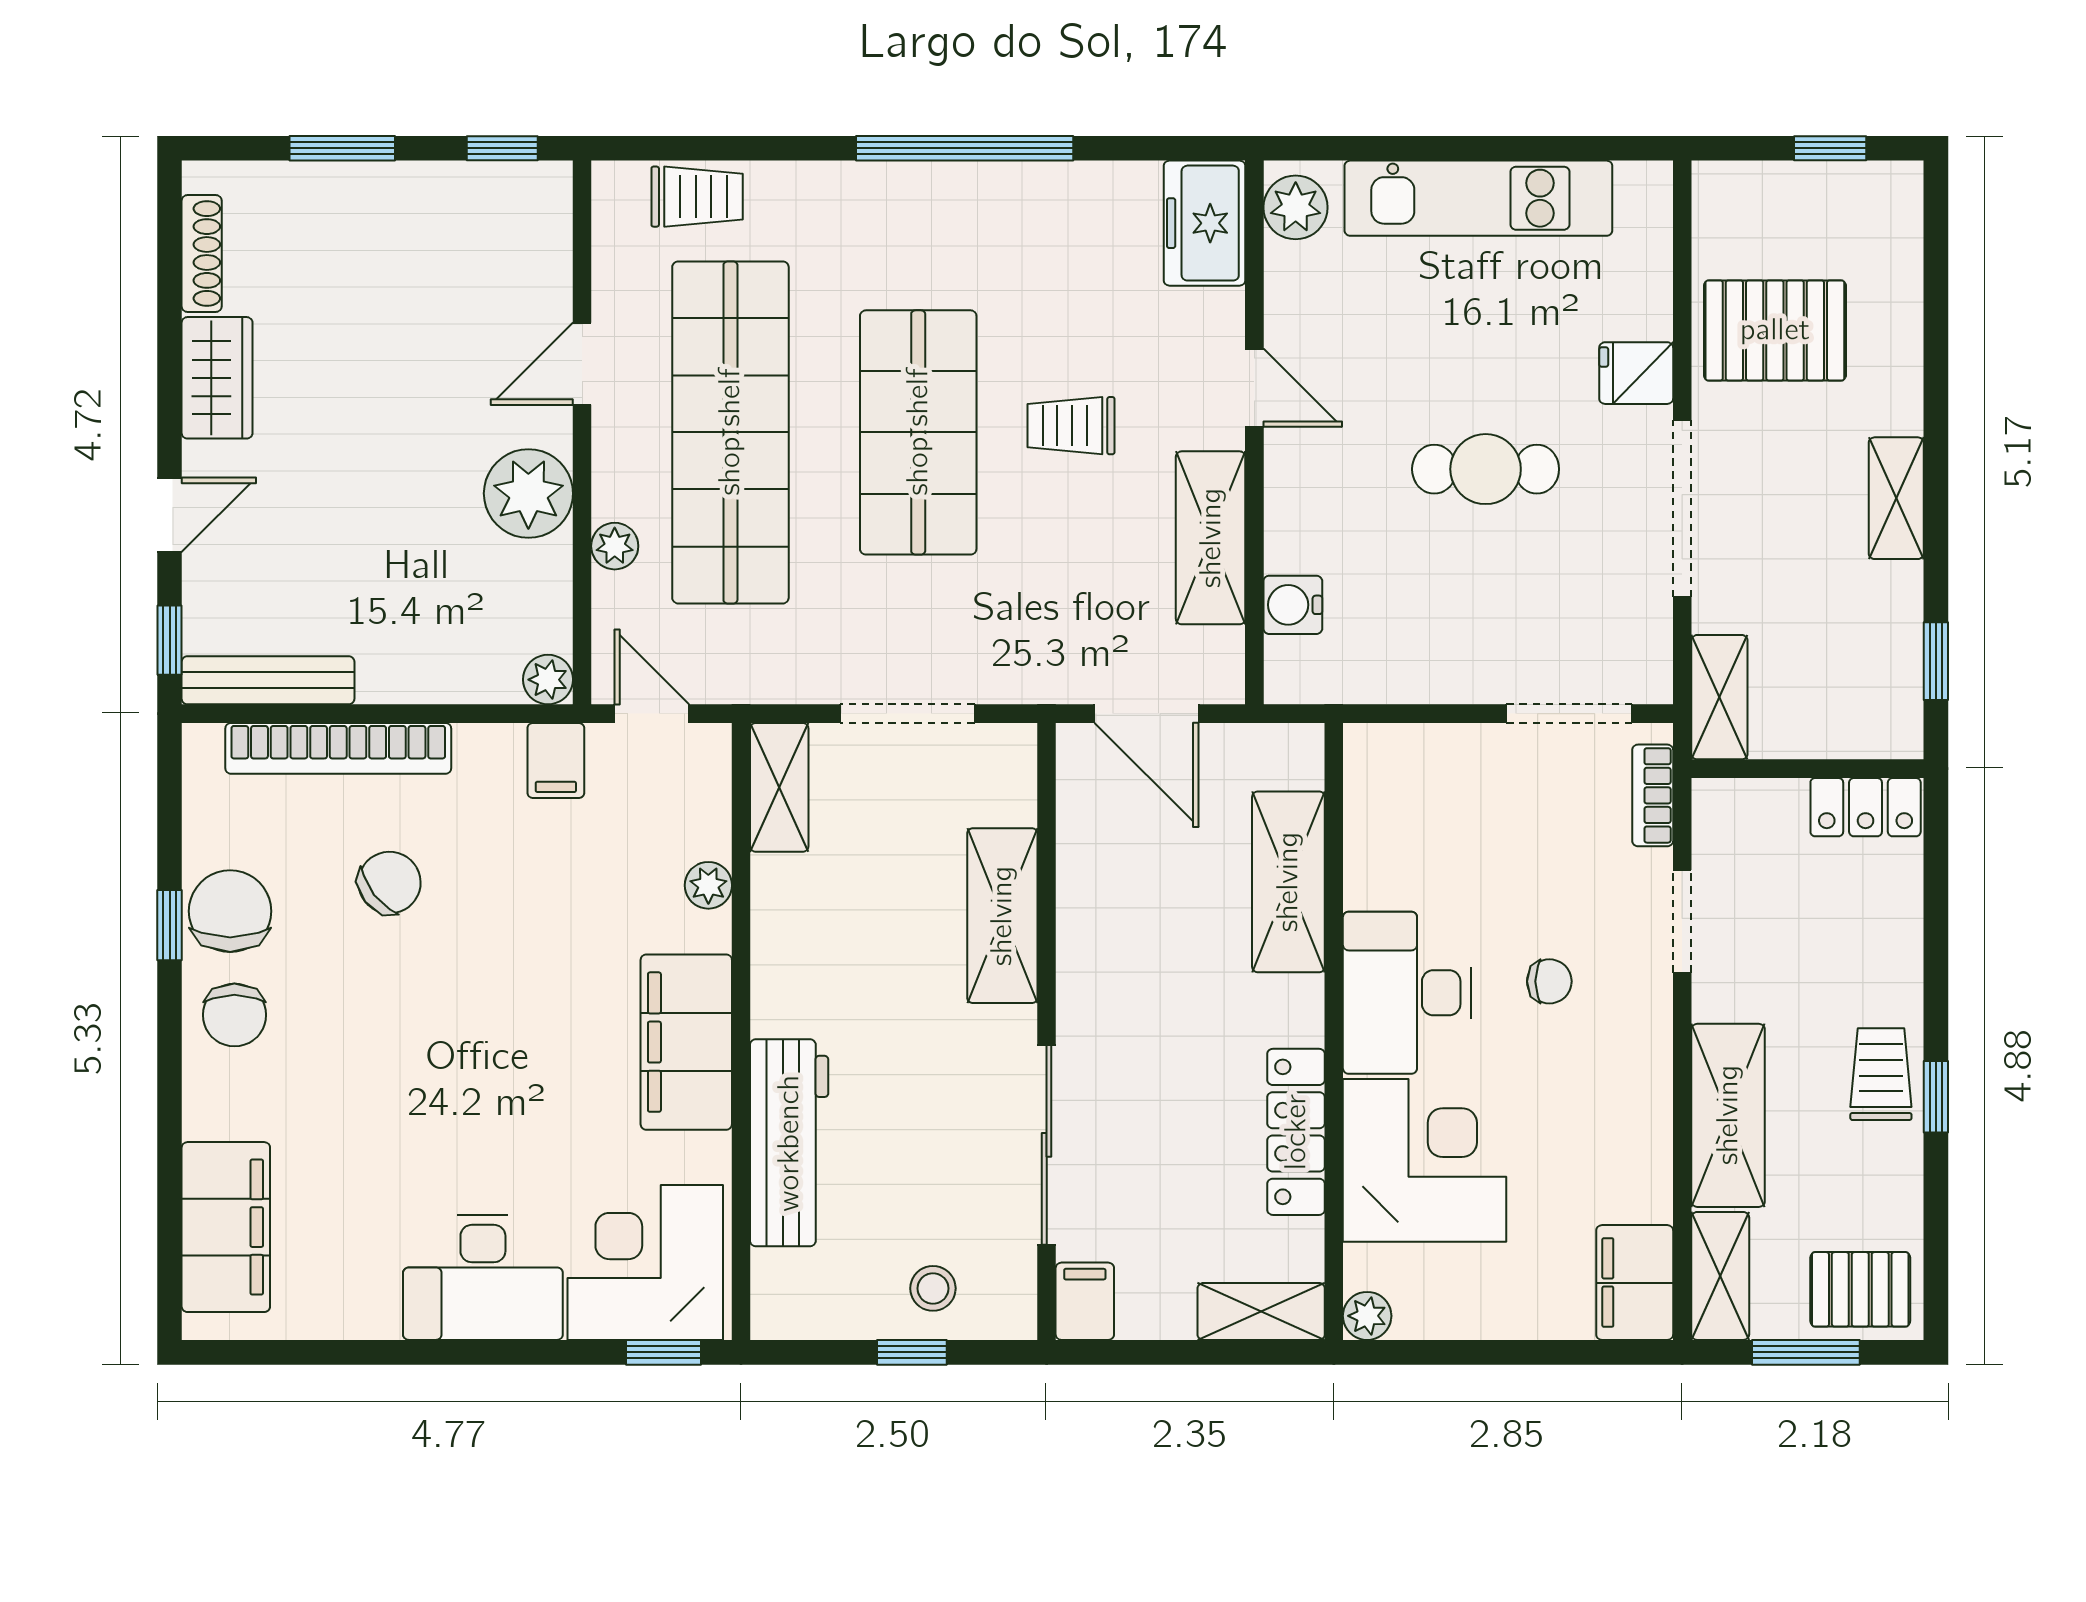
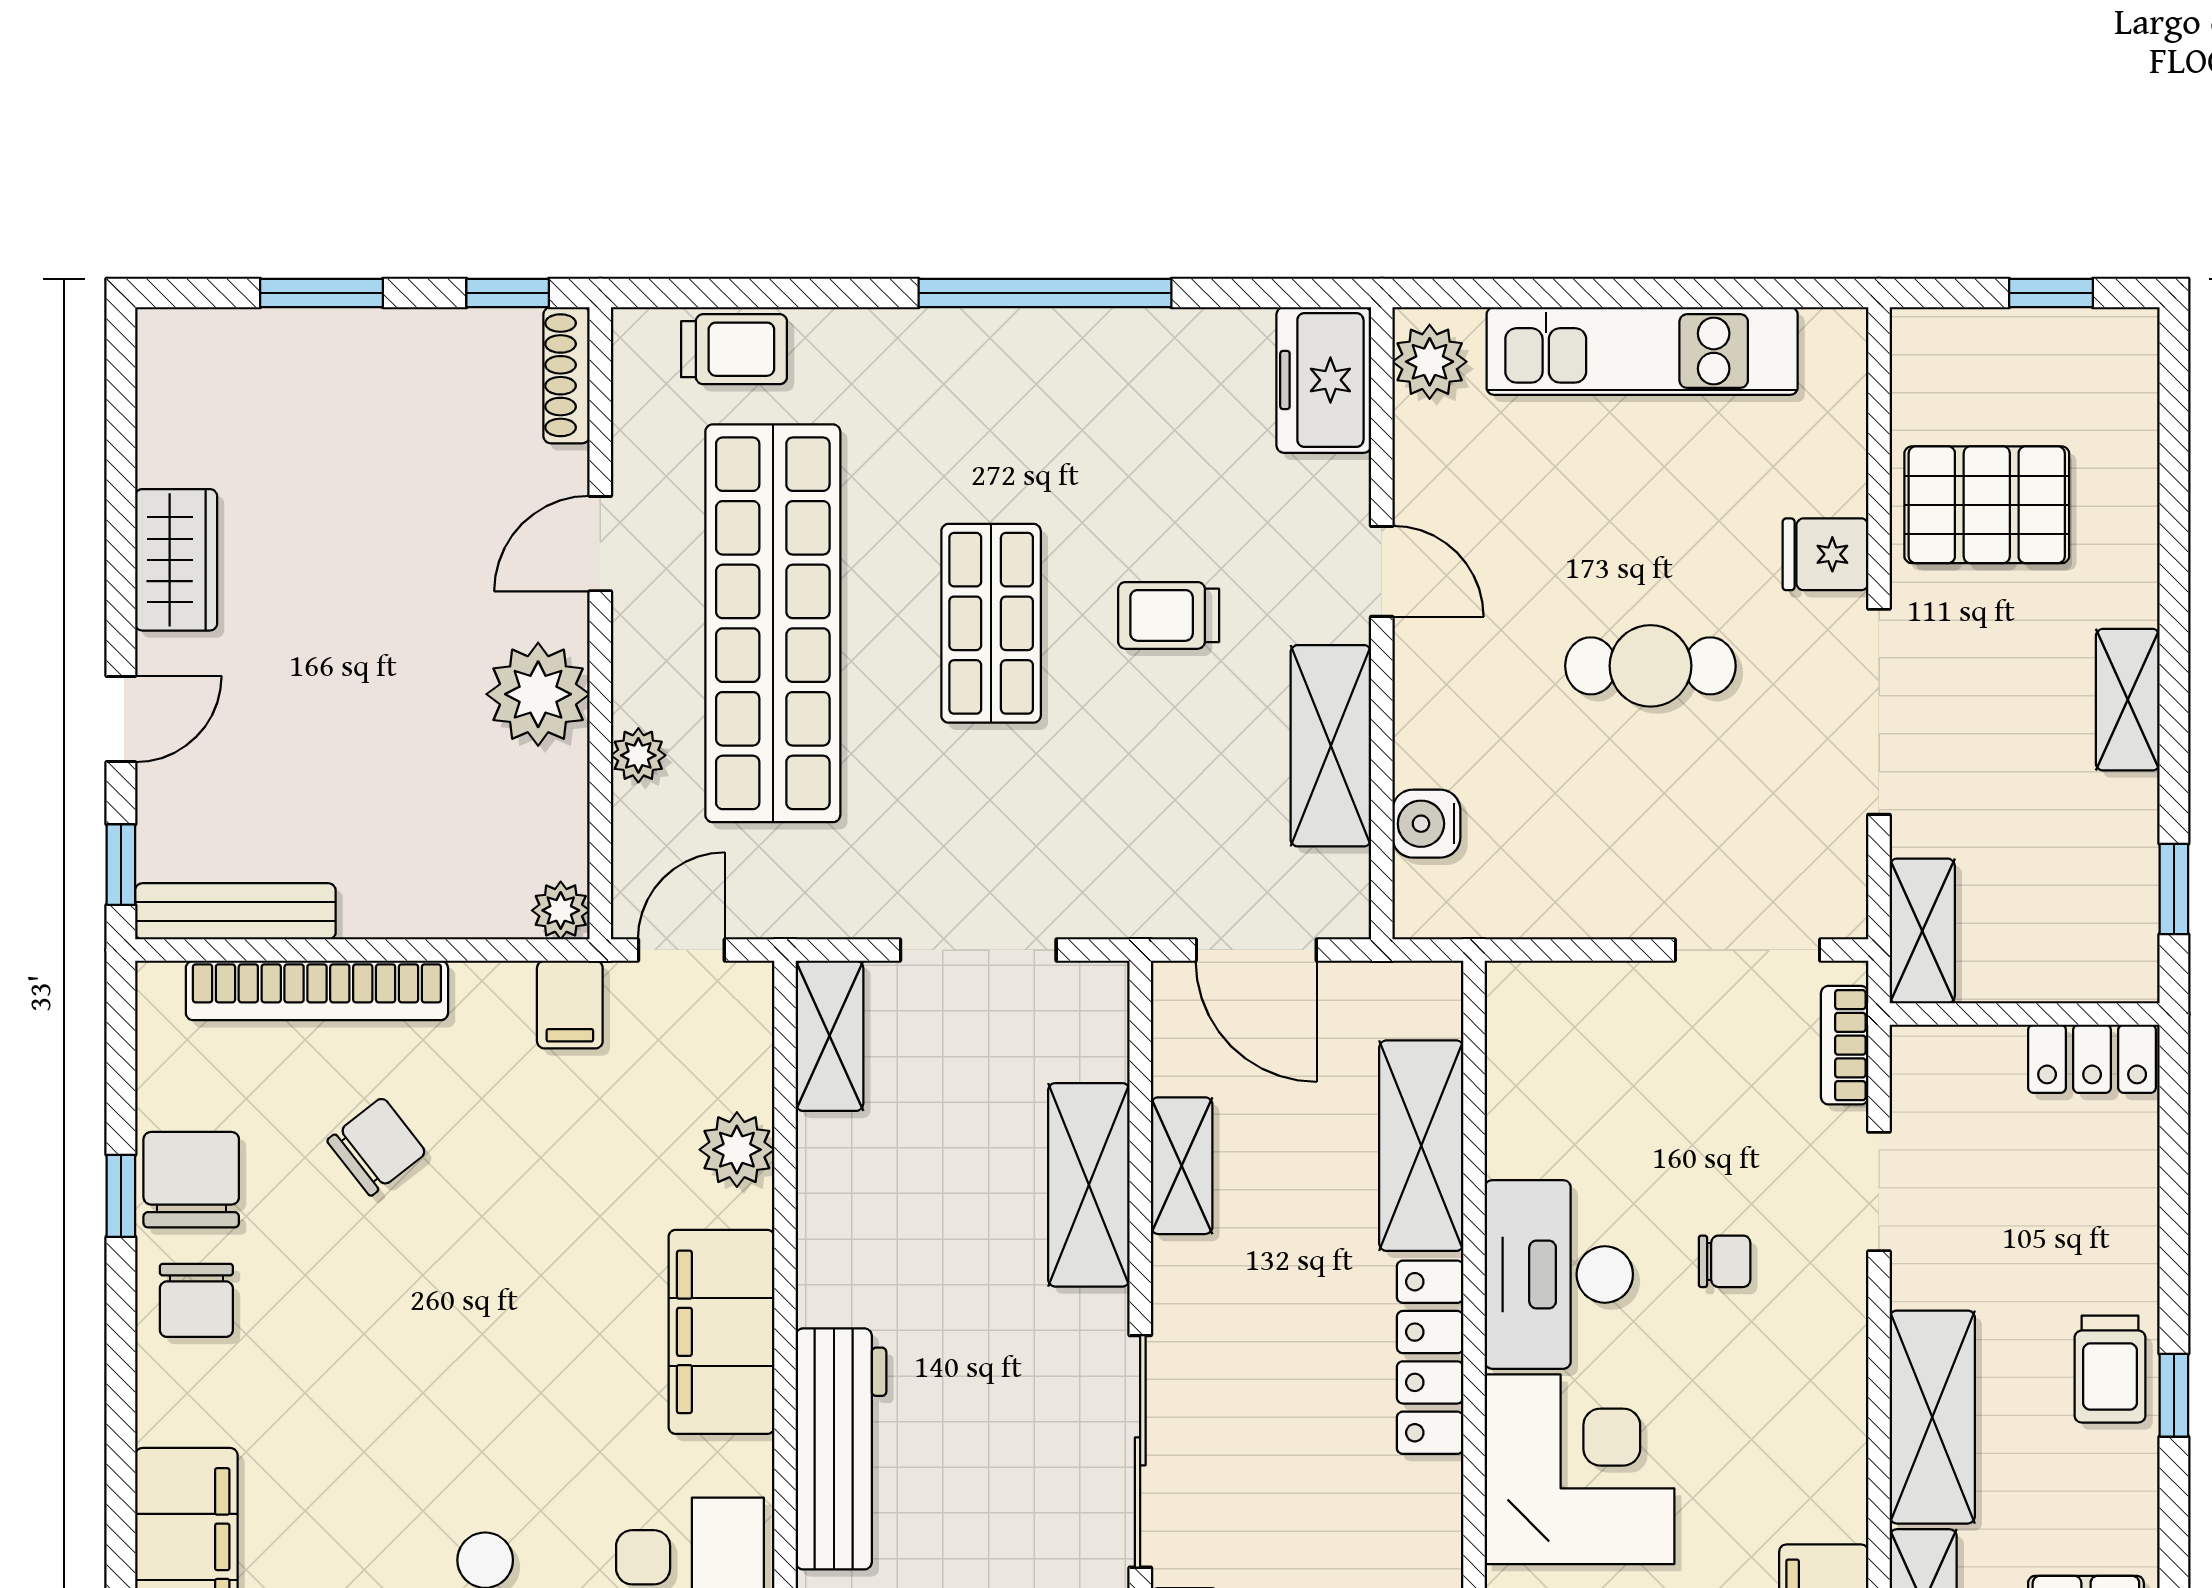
shoe rack: (202, 253) -> (567, 375), moved, turned 180
shop shelf: (918, 432) -> (991, 623), width x0.70, depth x0.74
door: (652, 714) -> (681, 950), hinge flipped
plant: (708, 885) -> (737, 1150), width x1.38, depth x1.38
shelving: (1082, 899) -> (1182, 1166), added
trolley: (1881, 1074) -> (2110, 1369), turned 180
locker: (1296, 1132) -> (1430, 1357), moved

